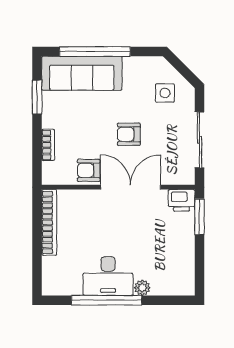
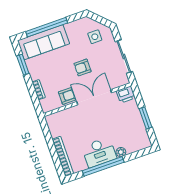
armchair: (89, 170) -> (67, 96), turned 180
window: (199, 217) -> (145, 118), moved
bookcase: (49, 222) -> (63, 156), moved

